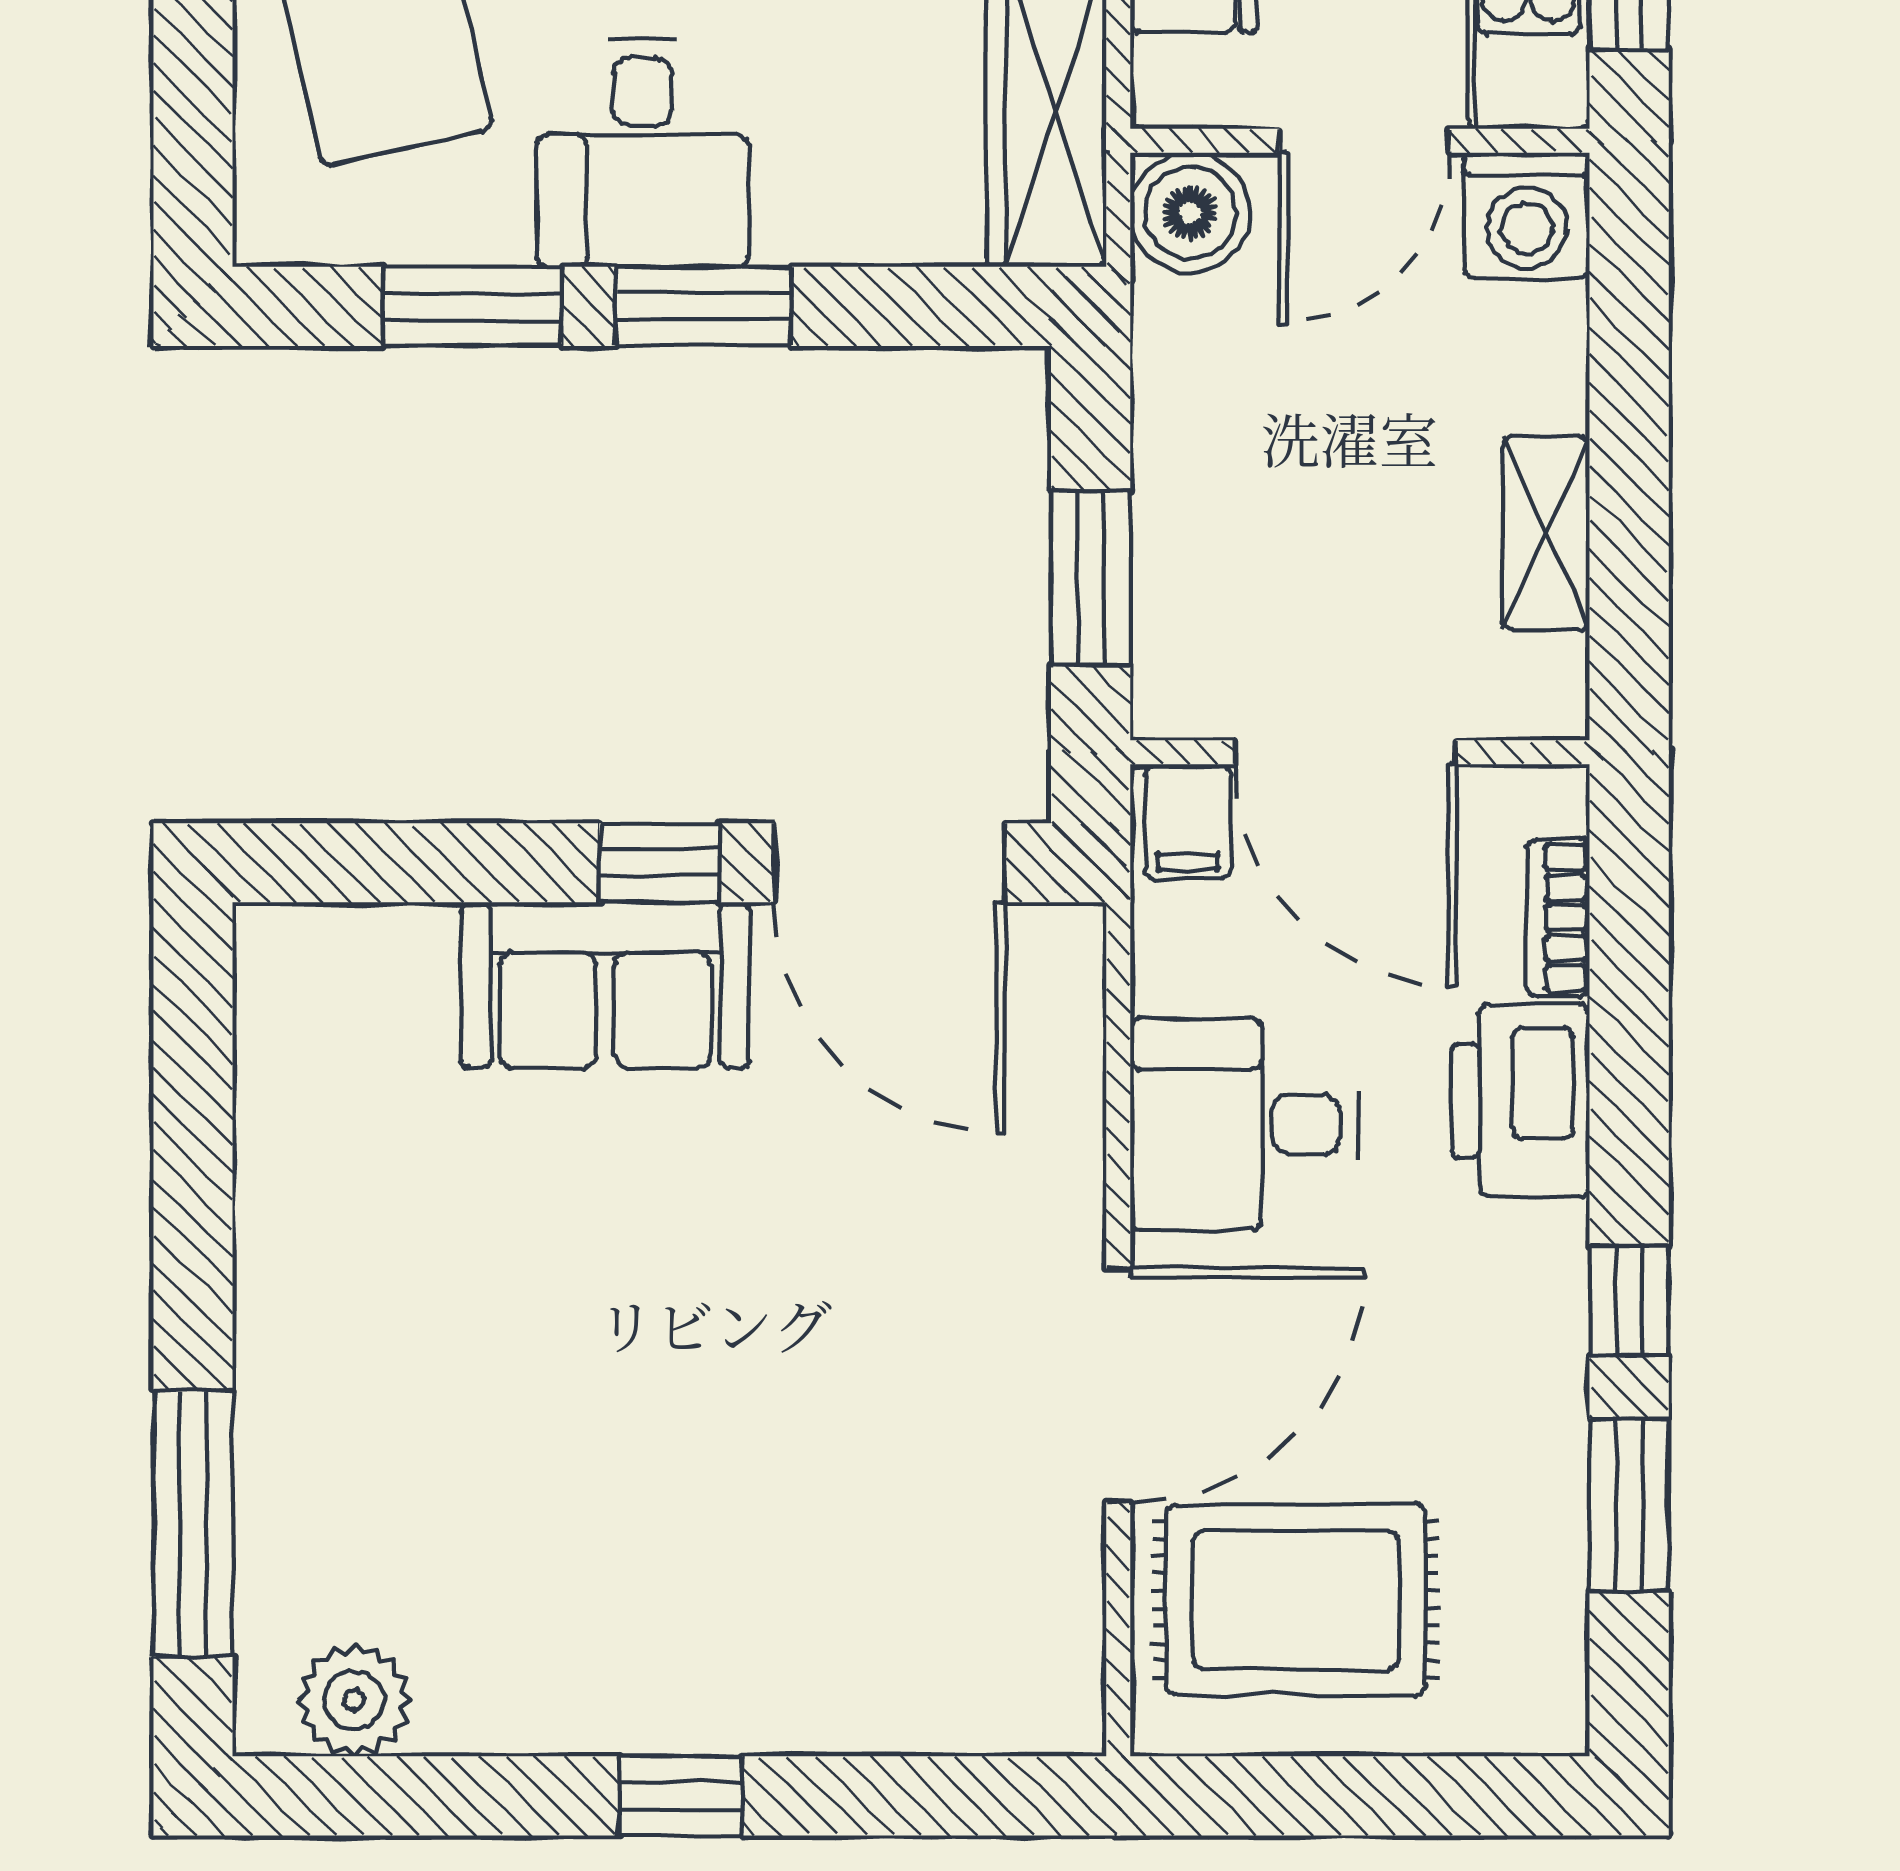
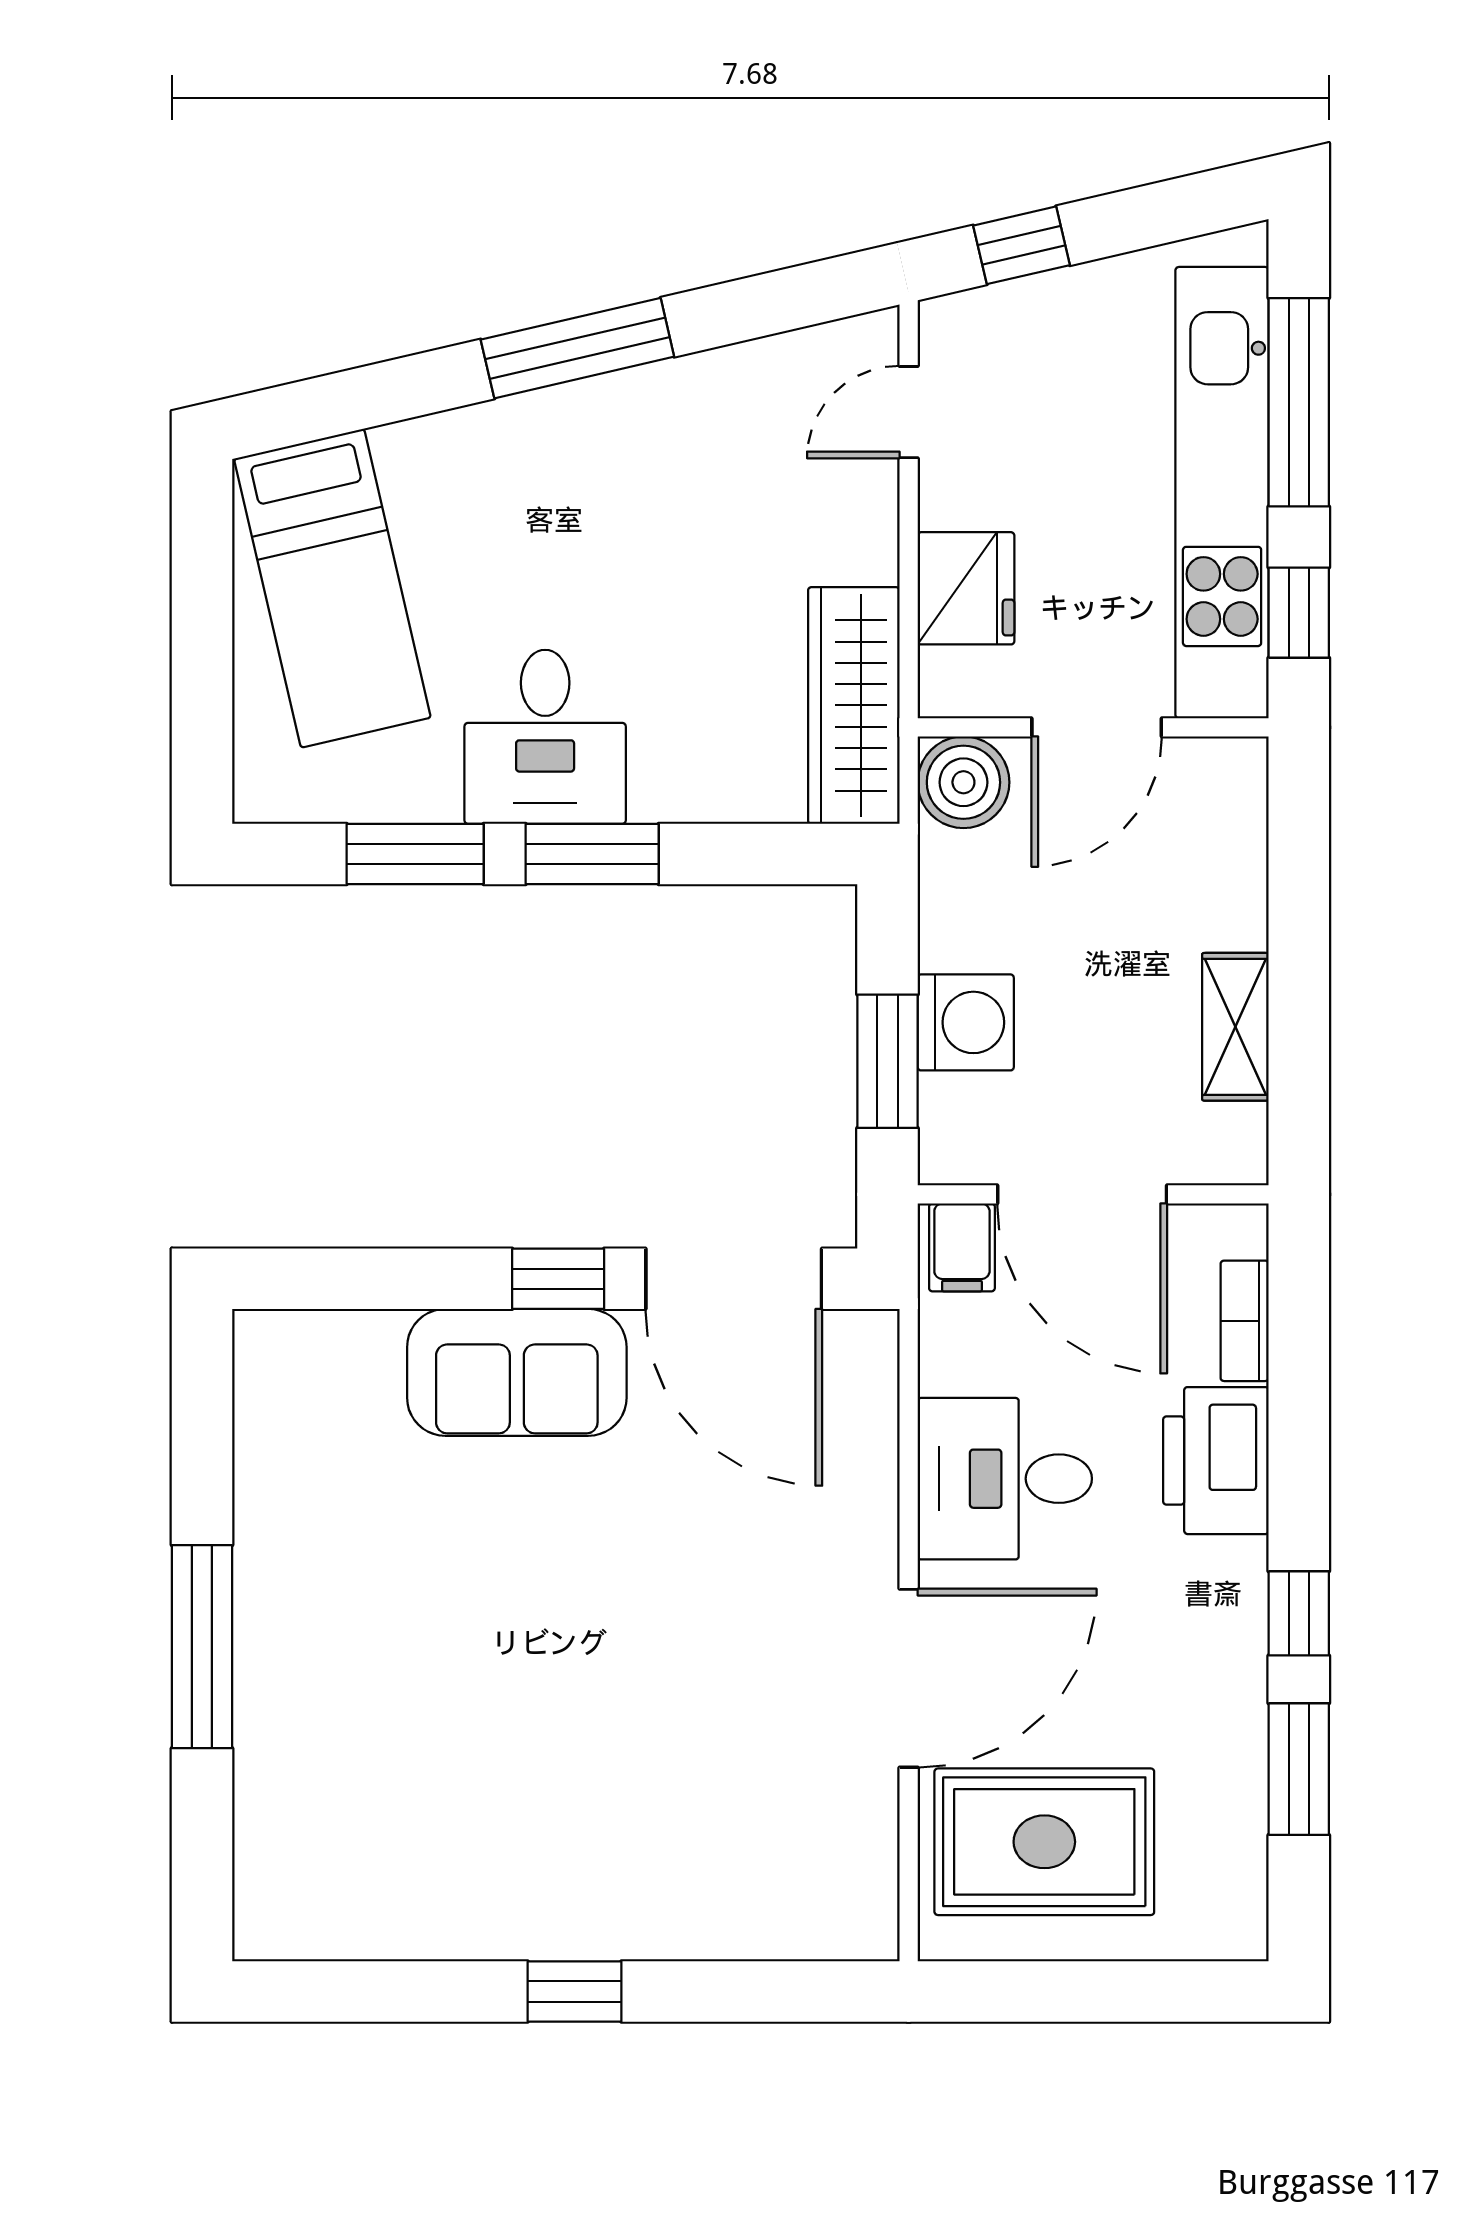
washing machine: (1527, 215) -> (966, 1022), moved, turned -90
window: (193, 1523) -> (202, 1647), moved
plant: (354, 1700) -> (325, 1918), removed

